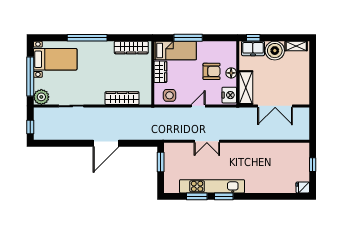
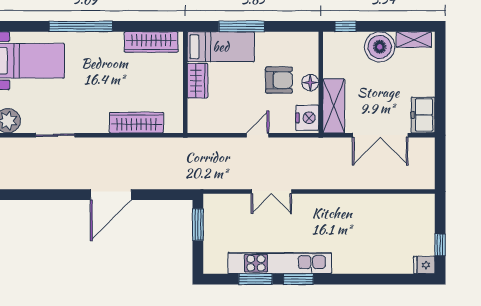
freezer: (253, 48) -> (423, 115), moved, turned 90
side table: (170, 95) -> (212, 118), removed
window: (313, 165) -> (440, 245), moved

